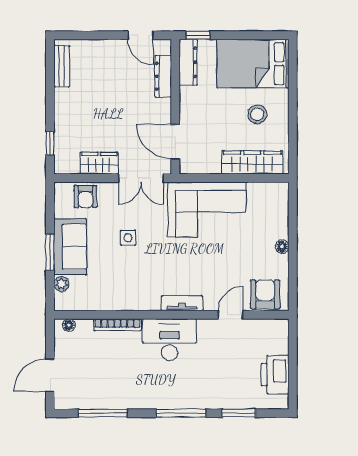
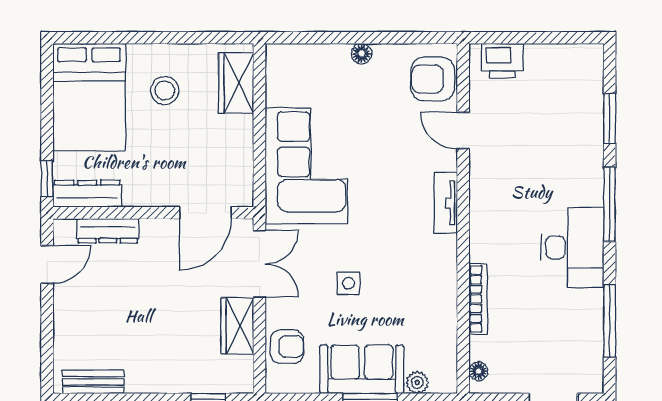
wardrobe: (252, 162) -> (236, 83), width x0.67
desk: (169, 340) -> (572, 247), moved, turned 180
printer: (275, 375) -> (503, 61), moved, width x0.73, depth x0.84

